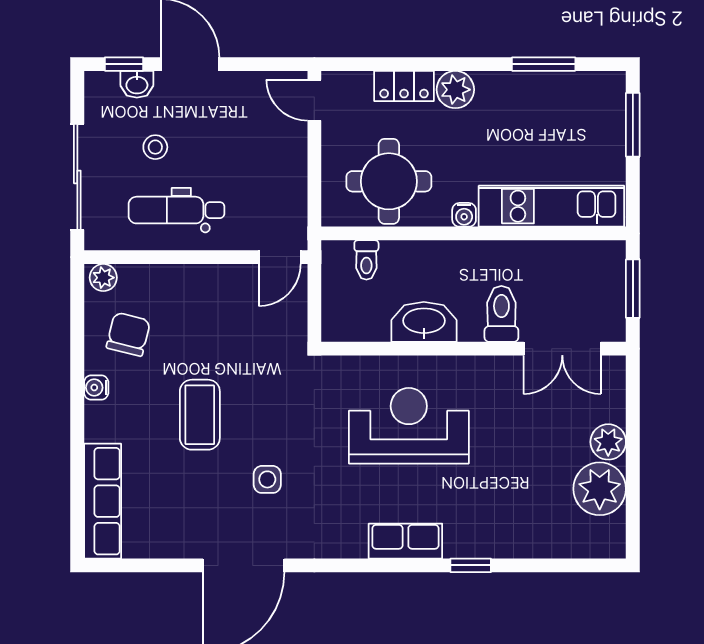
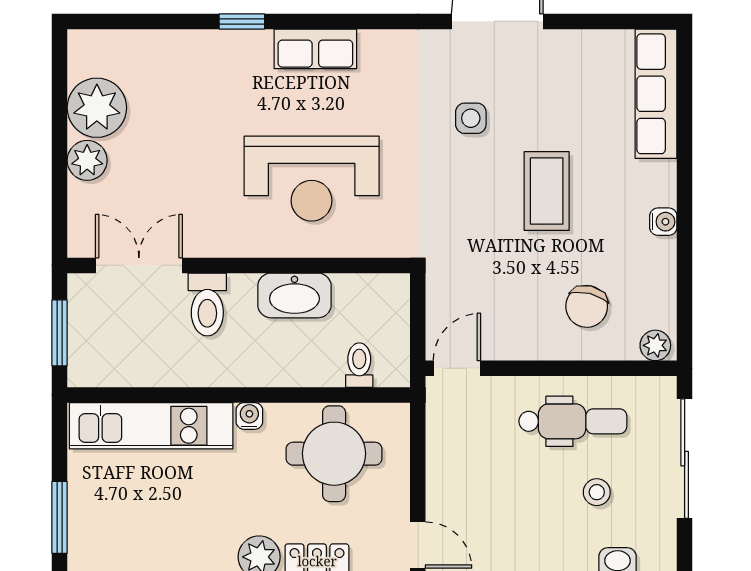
chair: (128, 334) -> (587, 306), moved

